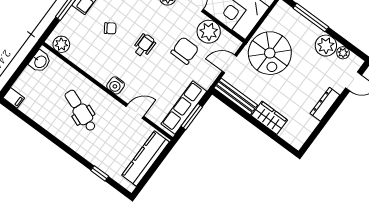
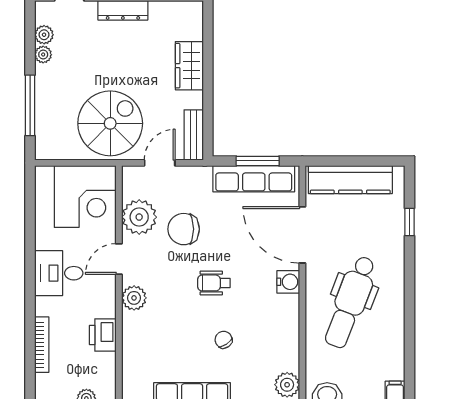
plant: (326, 46) -> (43, 55), width x0.53, depth x0.53
door: (229, 64) -> (160, 163), swing flipped
bench: (236, 96) -> (194, 135), width x0.73
dental chair: (80, 111) -> (350, 302), width x1.36, depth x1.38
door: (135, 111) -> (302, 235), width x1.88

